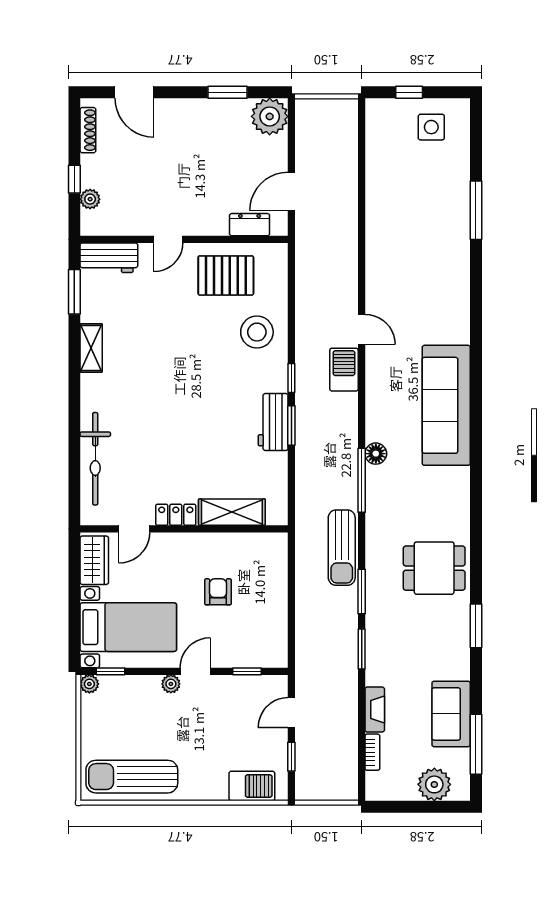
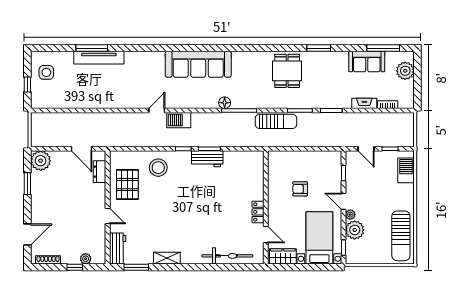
tv unit: (458, 223) -> (99, 58), added
shelving: (232, 512) -> (257, 181), removed
plant: (89, 684) -> (355, 230), moved, width x1.87, depth x1.87

